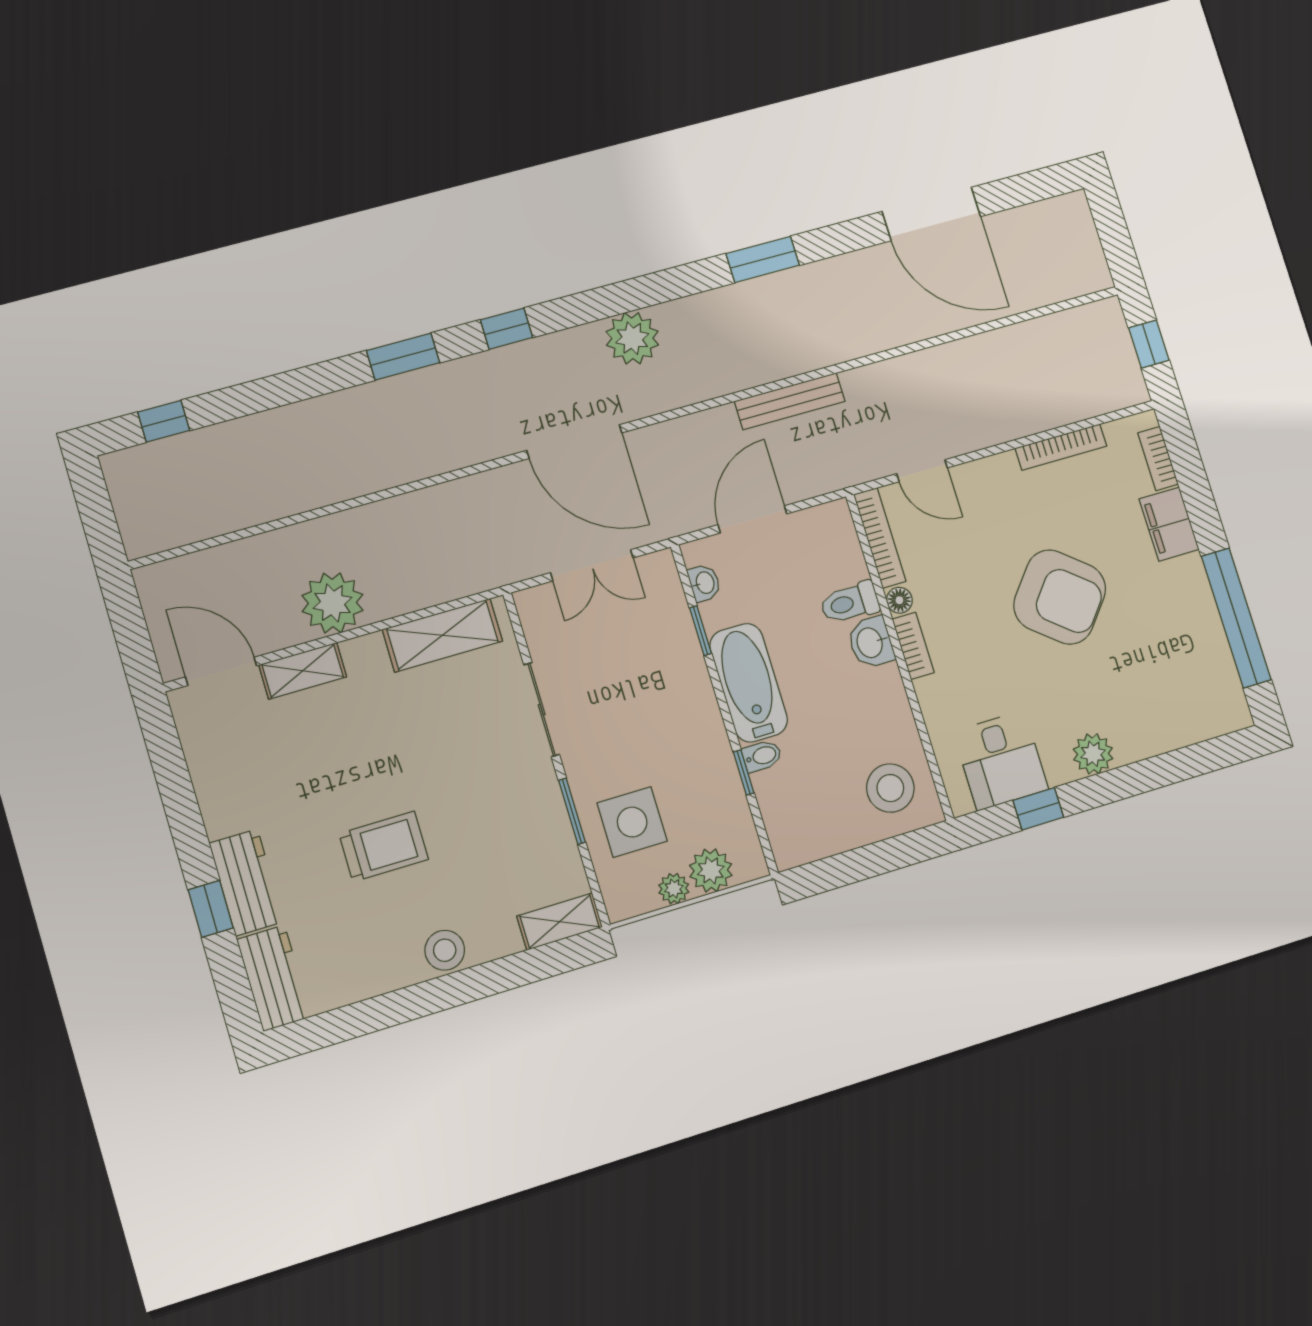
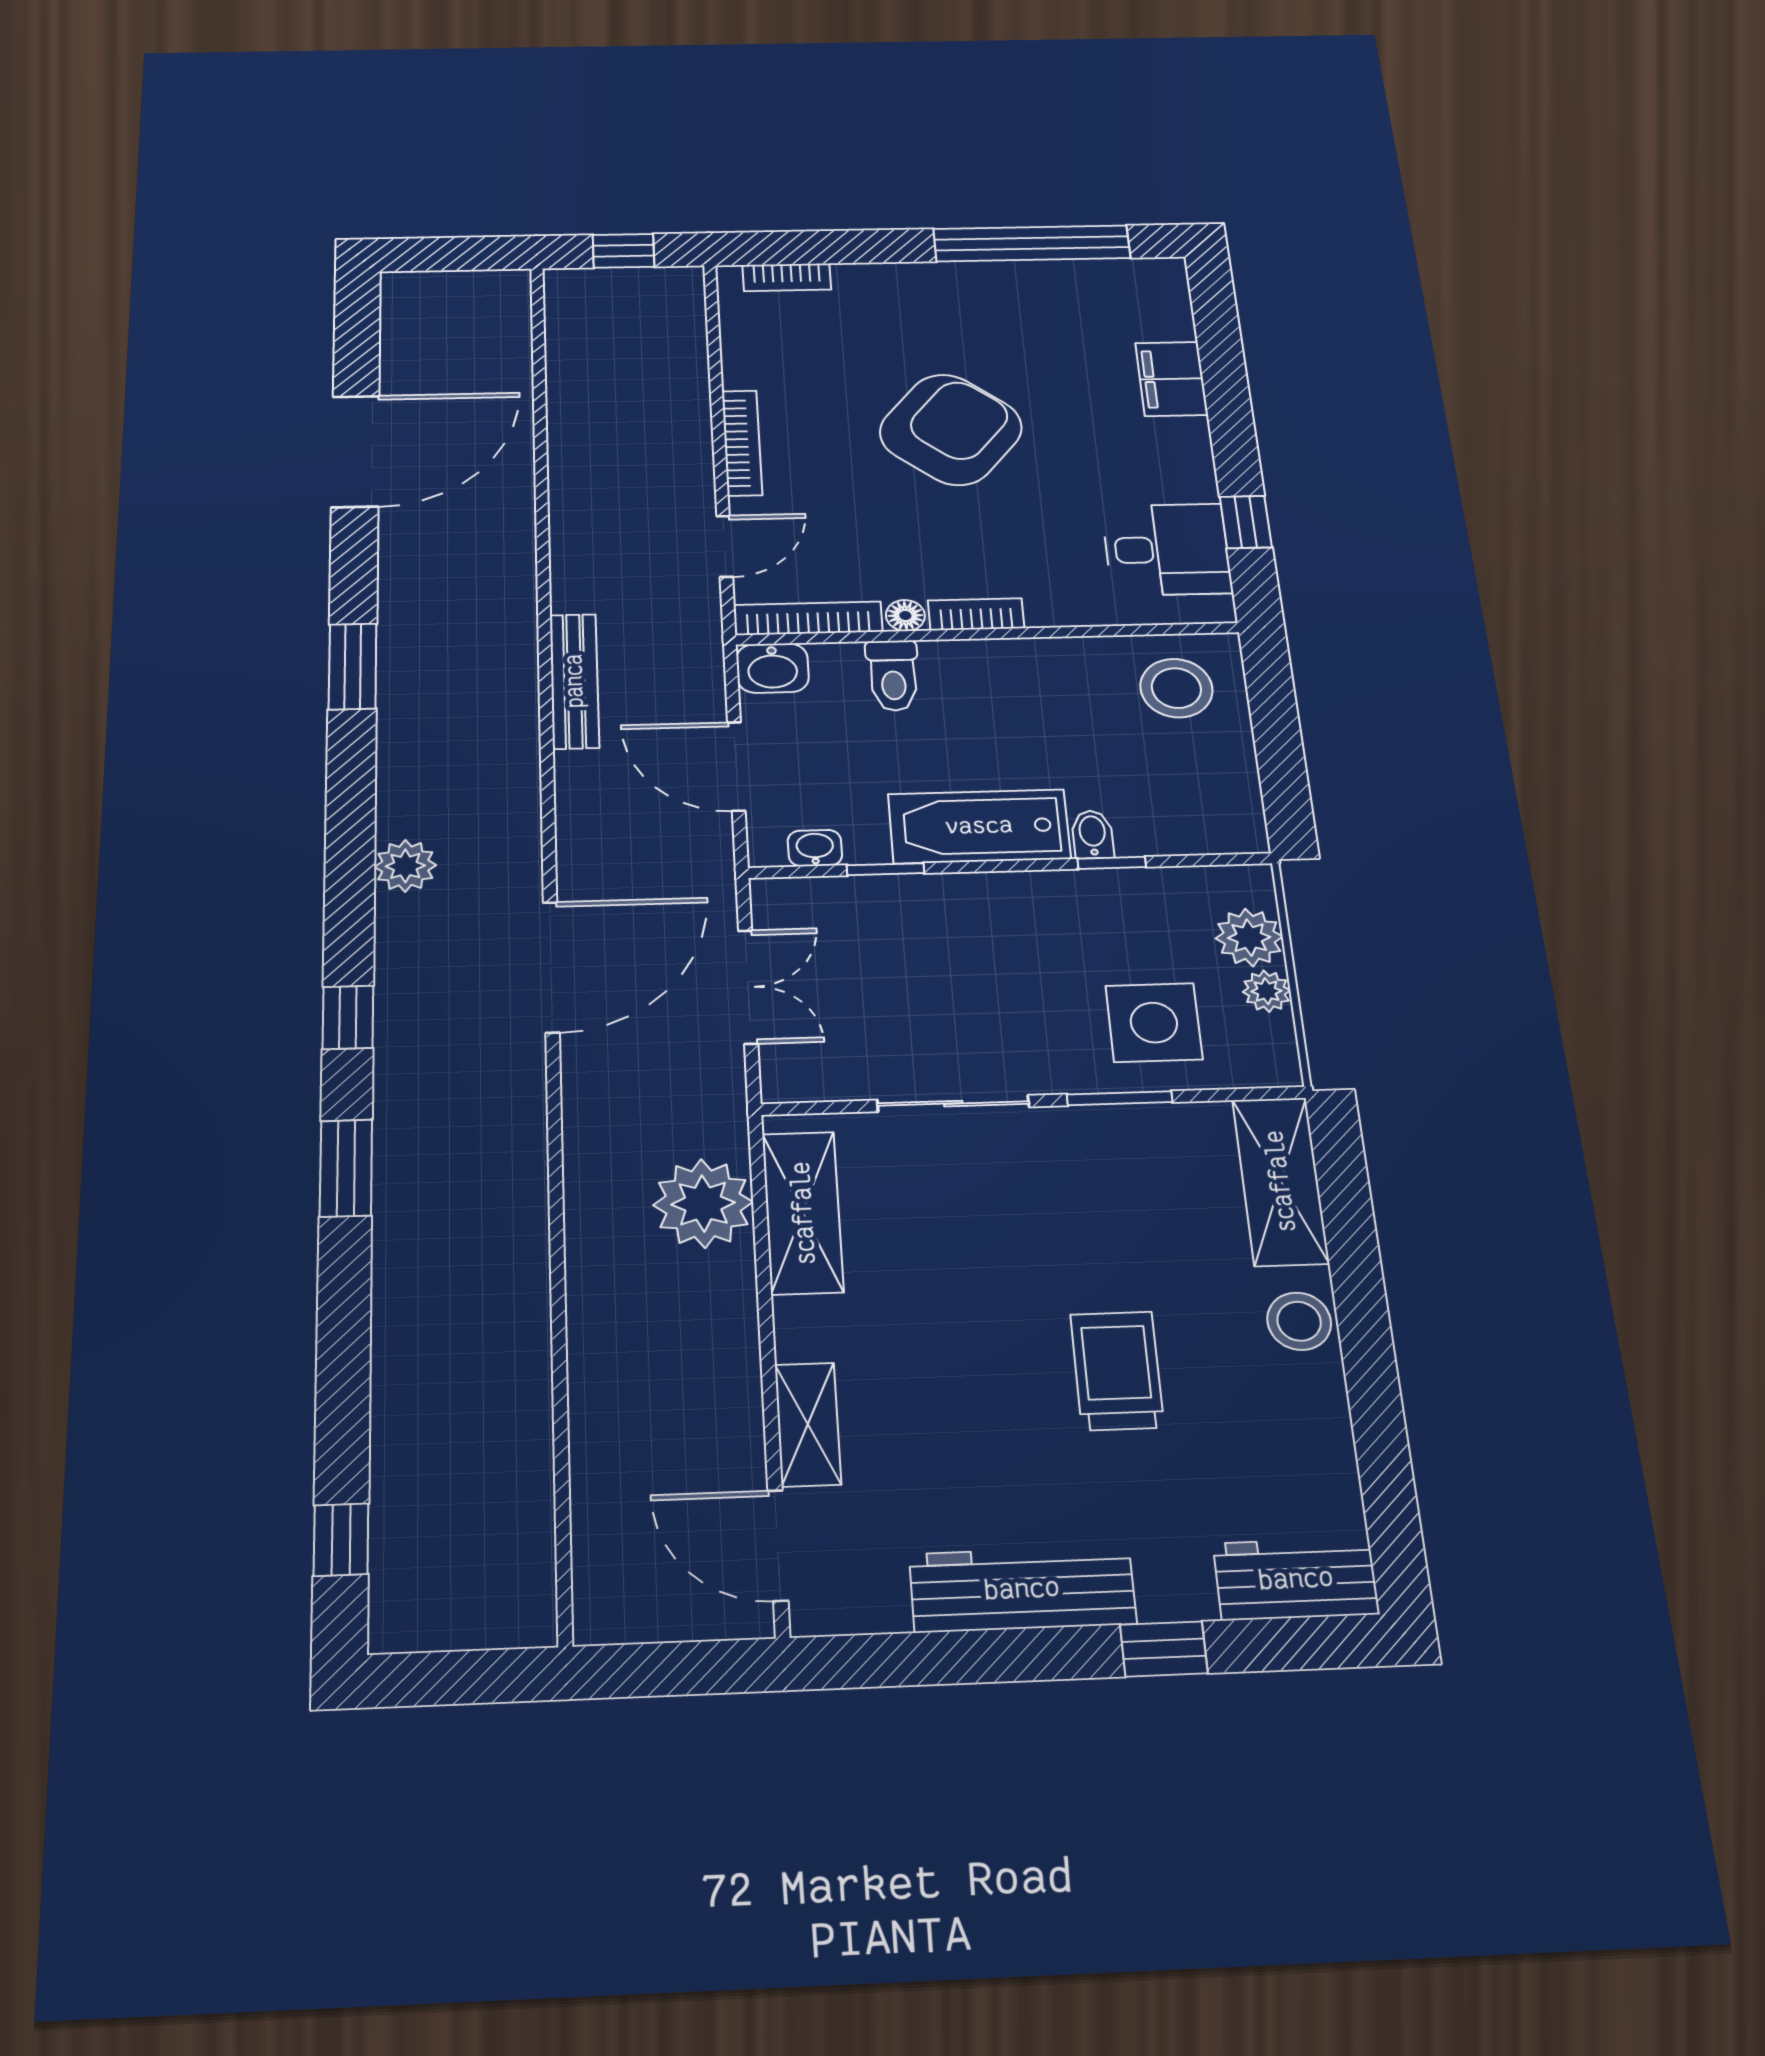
plant: (632, 338) -> (405, 866), width x0.73, depth x0.73
bookcase: (1061, 447) -> (742, 443), moved
filing cabinet: (1169, 524) -> (1172, 379), moved, turned 90
plant: (332, 603) -> (703, 1204), moved
washbasin: (871, 642) -> (772, 668), moved
door: (221, 671) -> (778, 1545), hinge flipped
plant: (1093, 754) -> (1182, 442), removed
workbench: (247, 882) -> (1022, 1589), moved, width x1.38
shelving: (560, 922) -> (1280, 1181), width x1.50, depth x1.33

